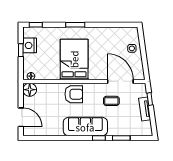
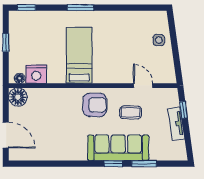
nightstand: (30, 45) -> (36, 74), moved, turned -90
bed: (74, 59) -> (79, 55), width x0.67
door: (120, 81) -> (143, 86), width x0.53
armchair: (74, 94) -> (95, 105), moved
sofa: (85, 127) -> (118, 148), moved

